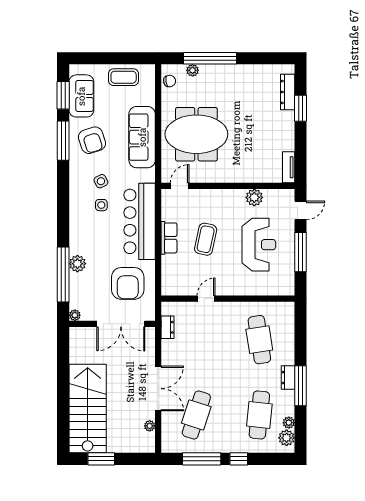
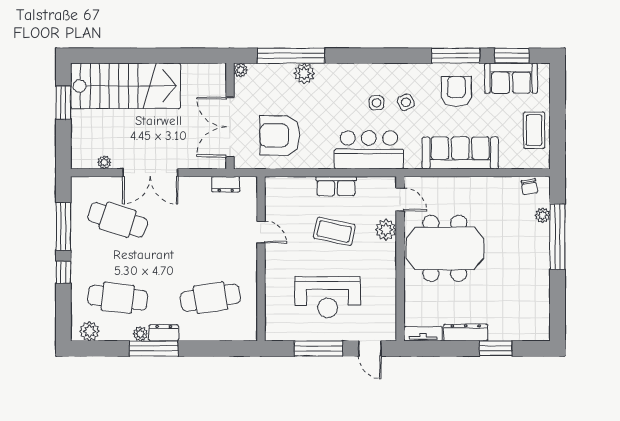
dresser: (288, 92) -> (466, 333), moved
meeting table: (196, 134) -> (445, 248), moved, turned 90
armchair: (92, 140) -> (456, 91), turned 108
plant: (254, 197) -> (386, 230), moved
bar counter: (140, 221) -> (369, 150), width x0.73
plant: (289, 423) -> (140, 334), moved

